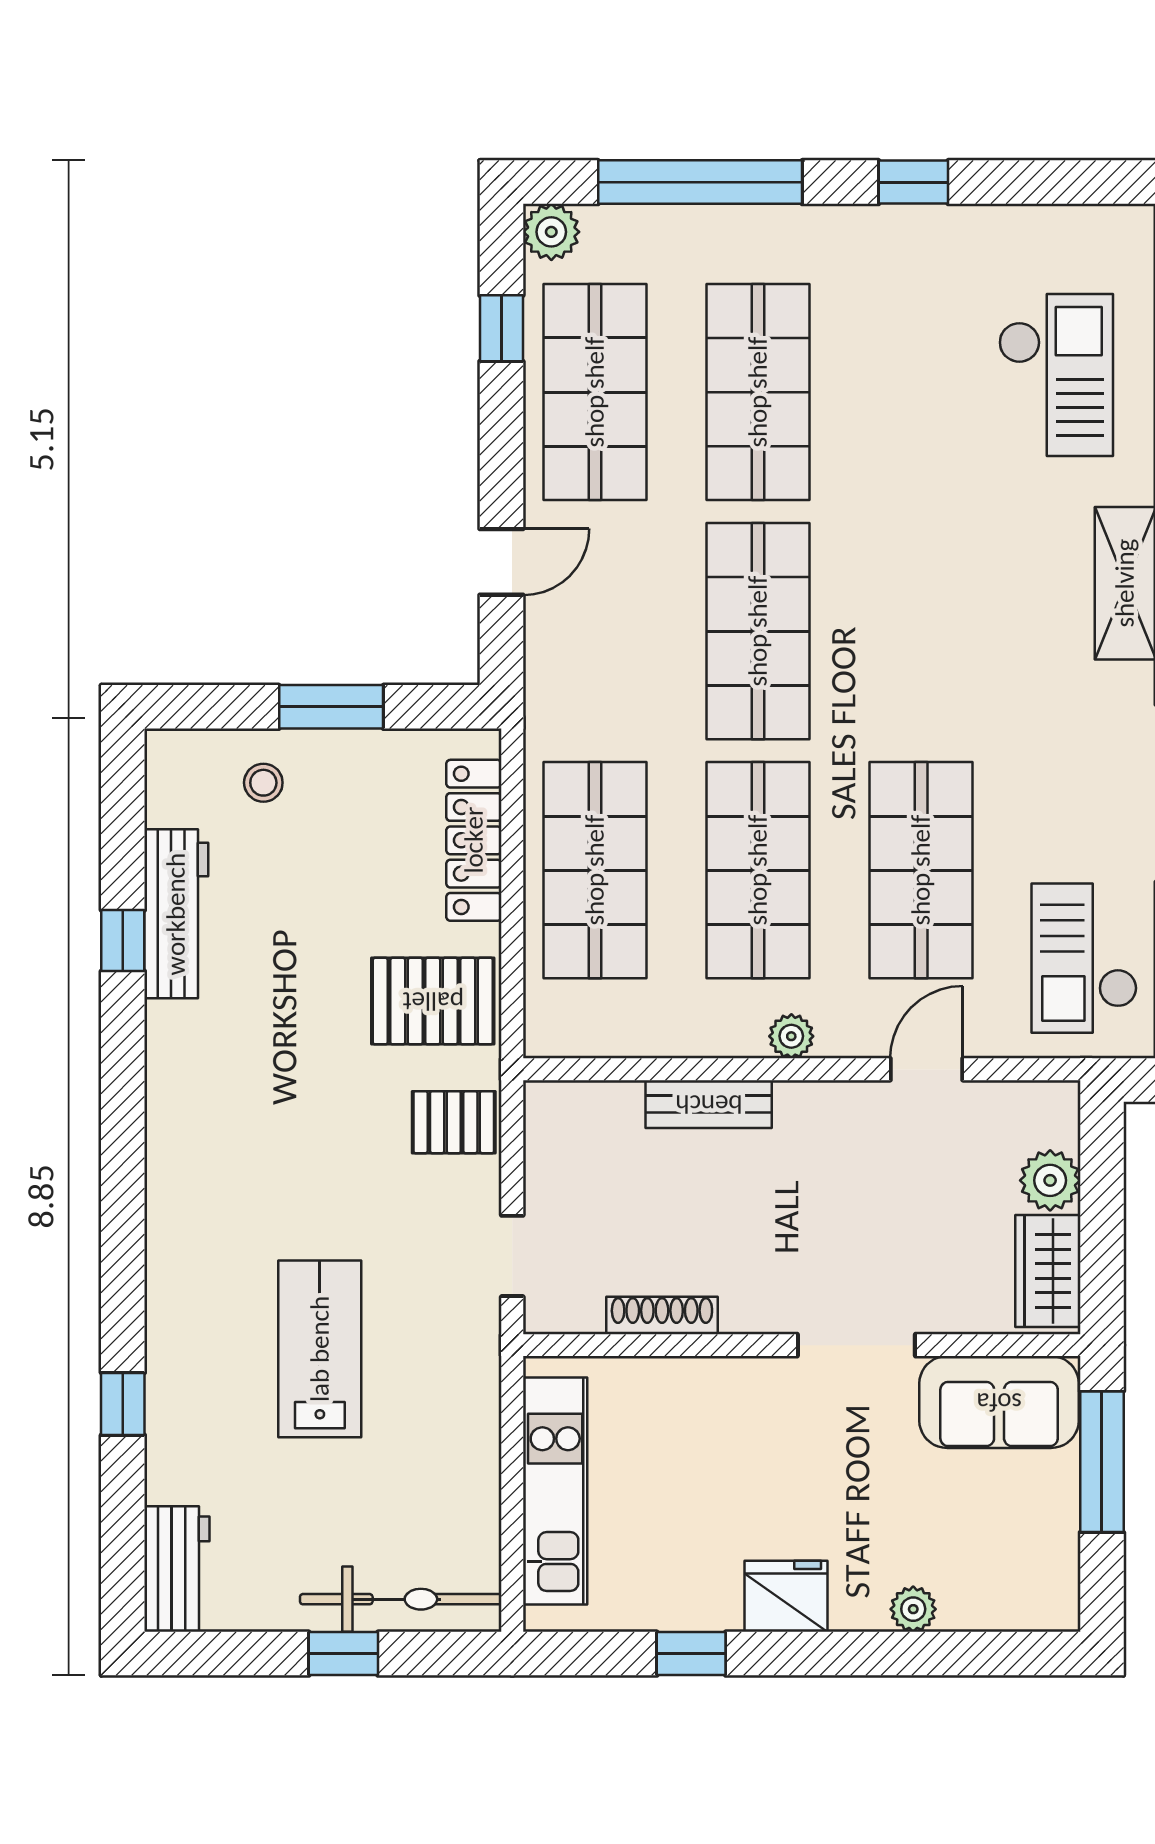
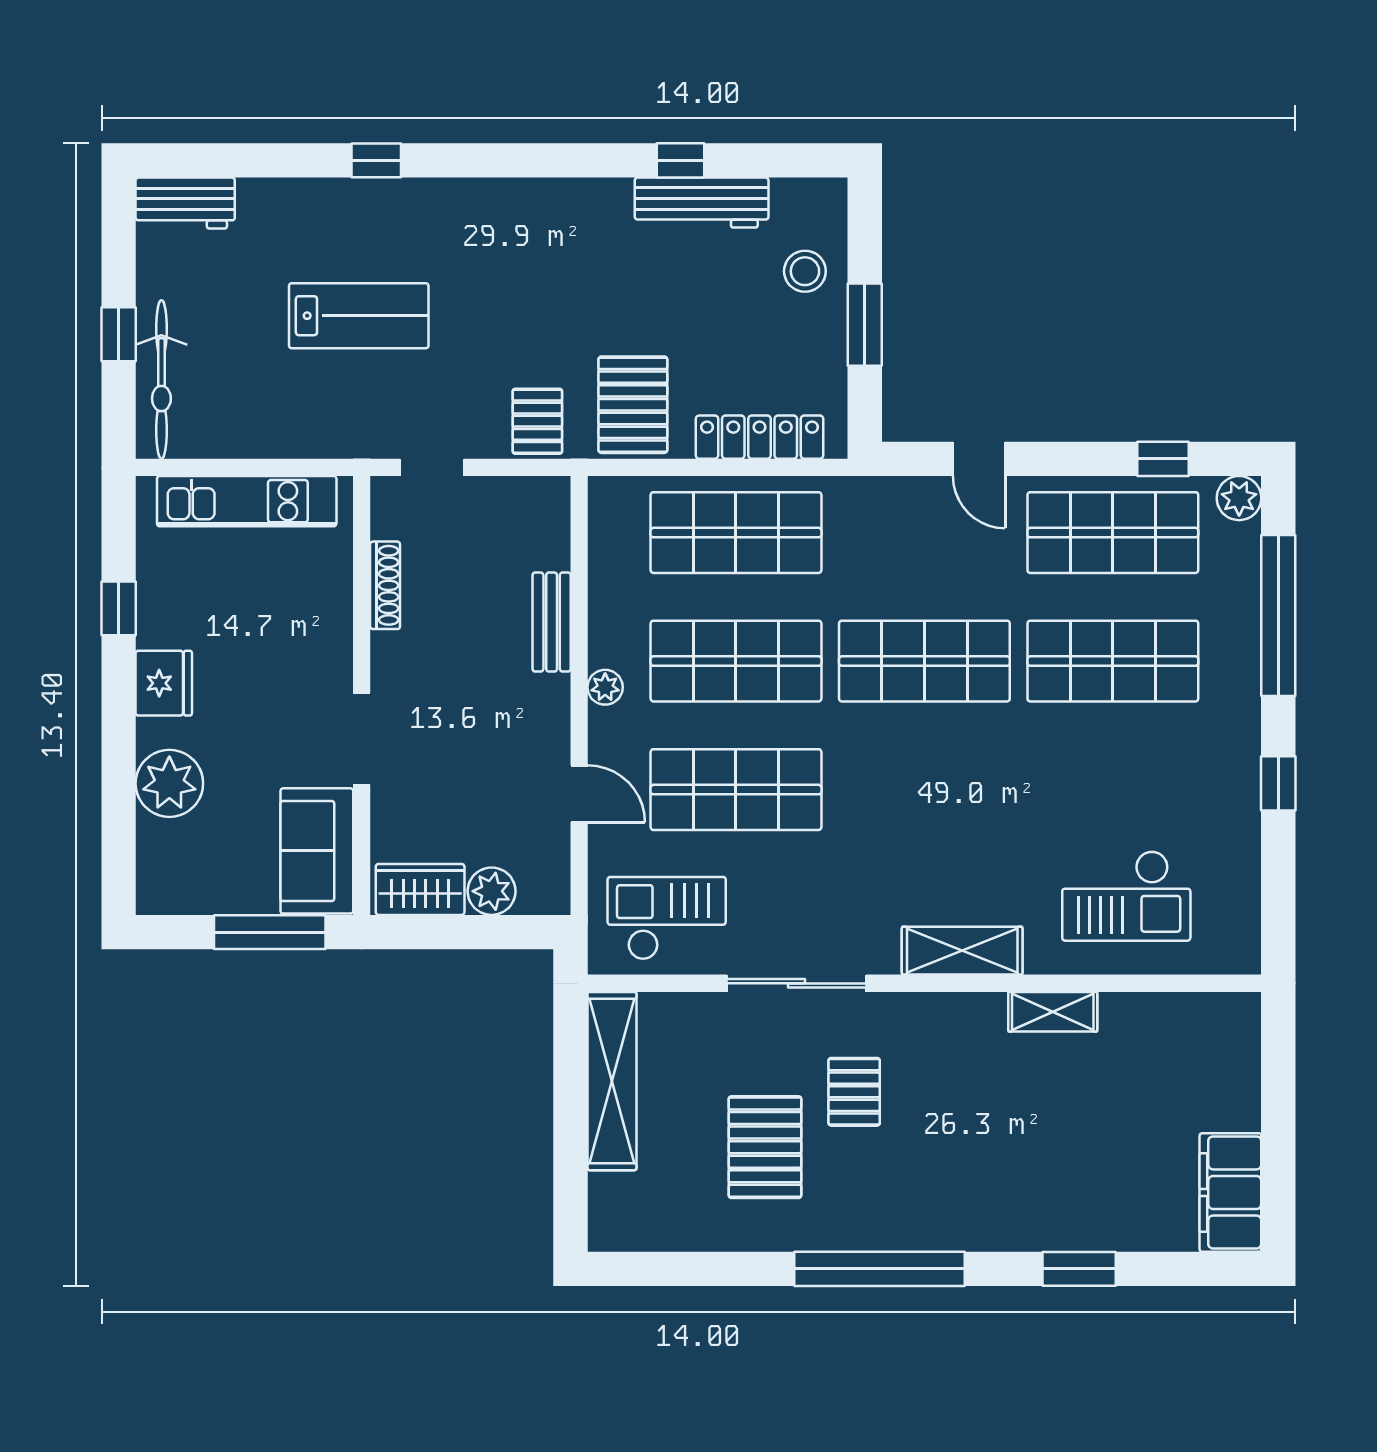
stool: (263, 783) -> (805, 271), width x1.37, depth x1.37
window: (123, 1404) -> (376, 160), moved
plant: (913, 1609) -> (169, 783), width x1.87, depth x1.87

